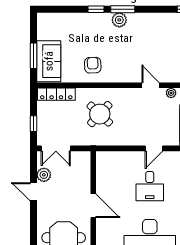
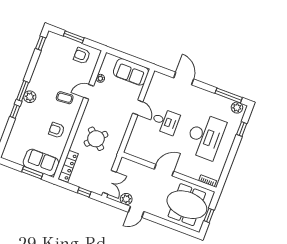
coffee table: (133, 60) -> (65, 98), added

